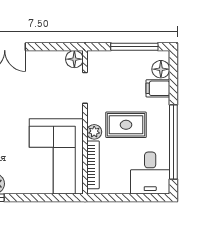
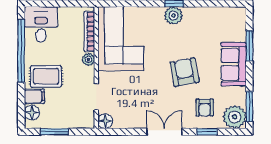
window: (134, 47) -> (54, 132), width x0.69
rug: (126, 125) -> (46, 76), moved

